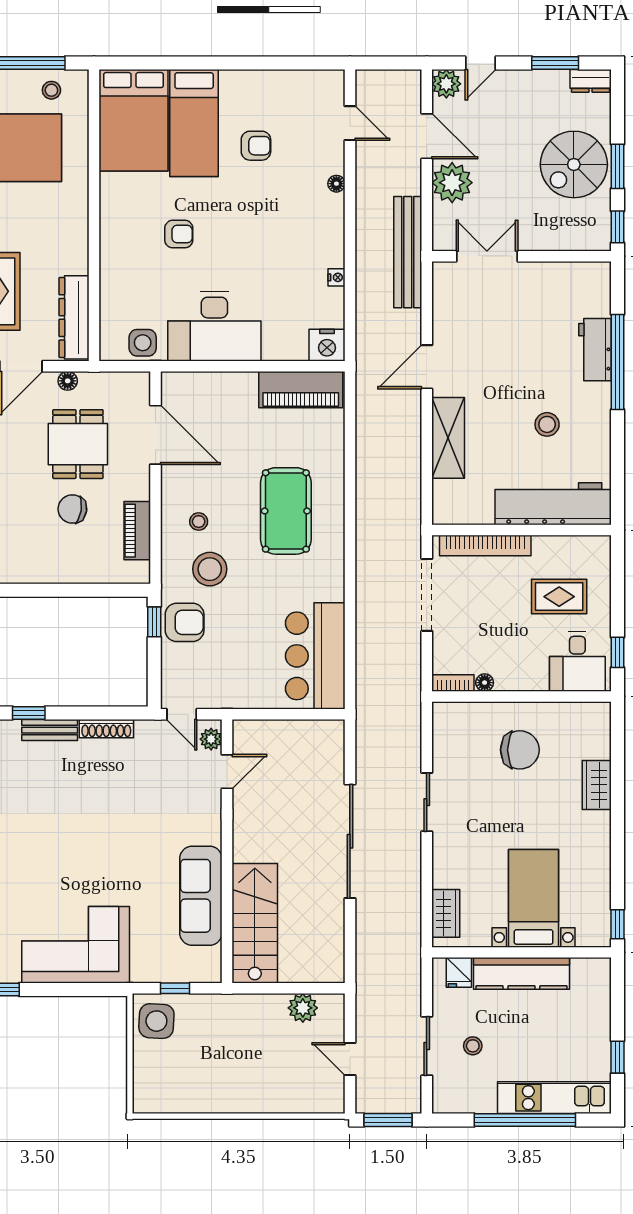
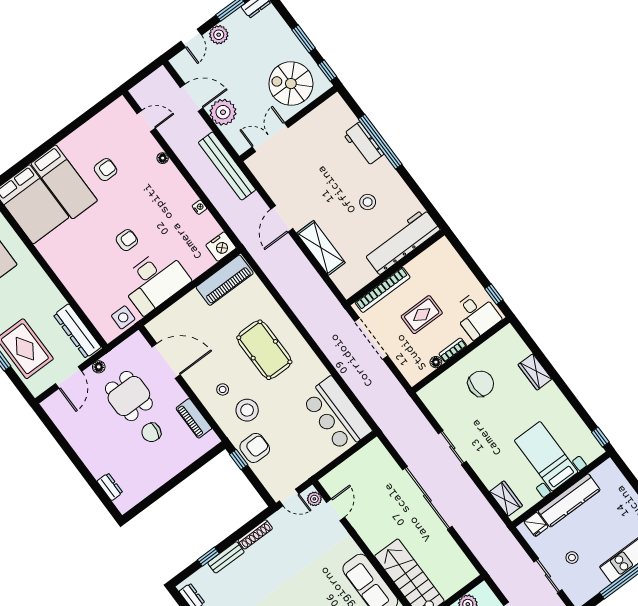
plant: (446, 84) -> (219, 35), moved
spiral stairs: (574, 164) -> (291, 84), moved, turned 90
armchair: (179, 234) -> (127, 240), moved
rug: (559, 597) -> (422, 315), moved
bookcase: (453, 683) -> (453, 350), moved

